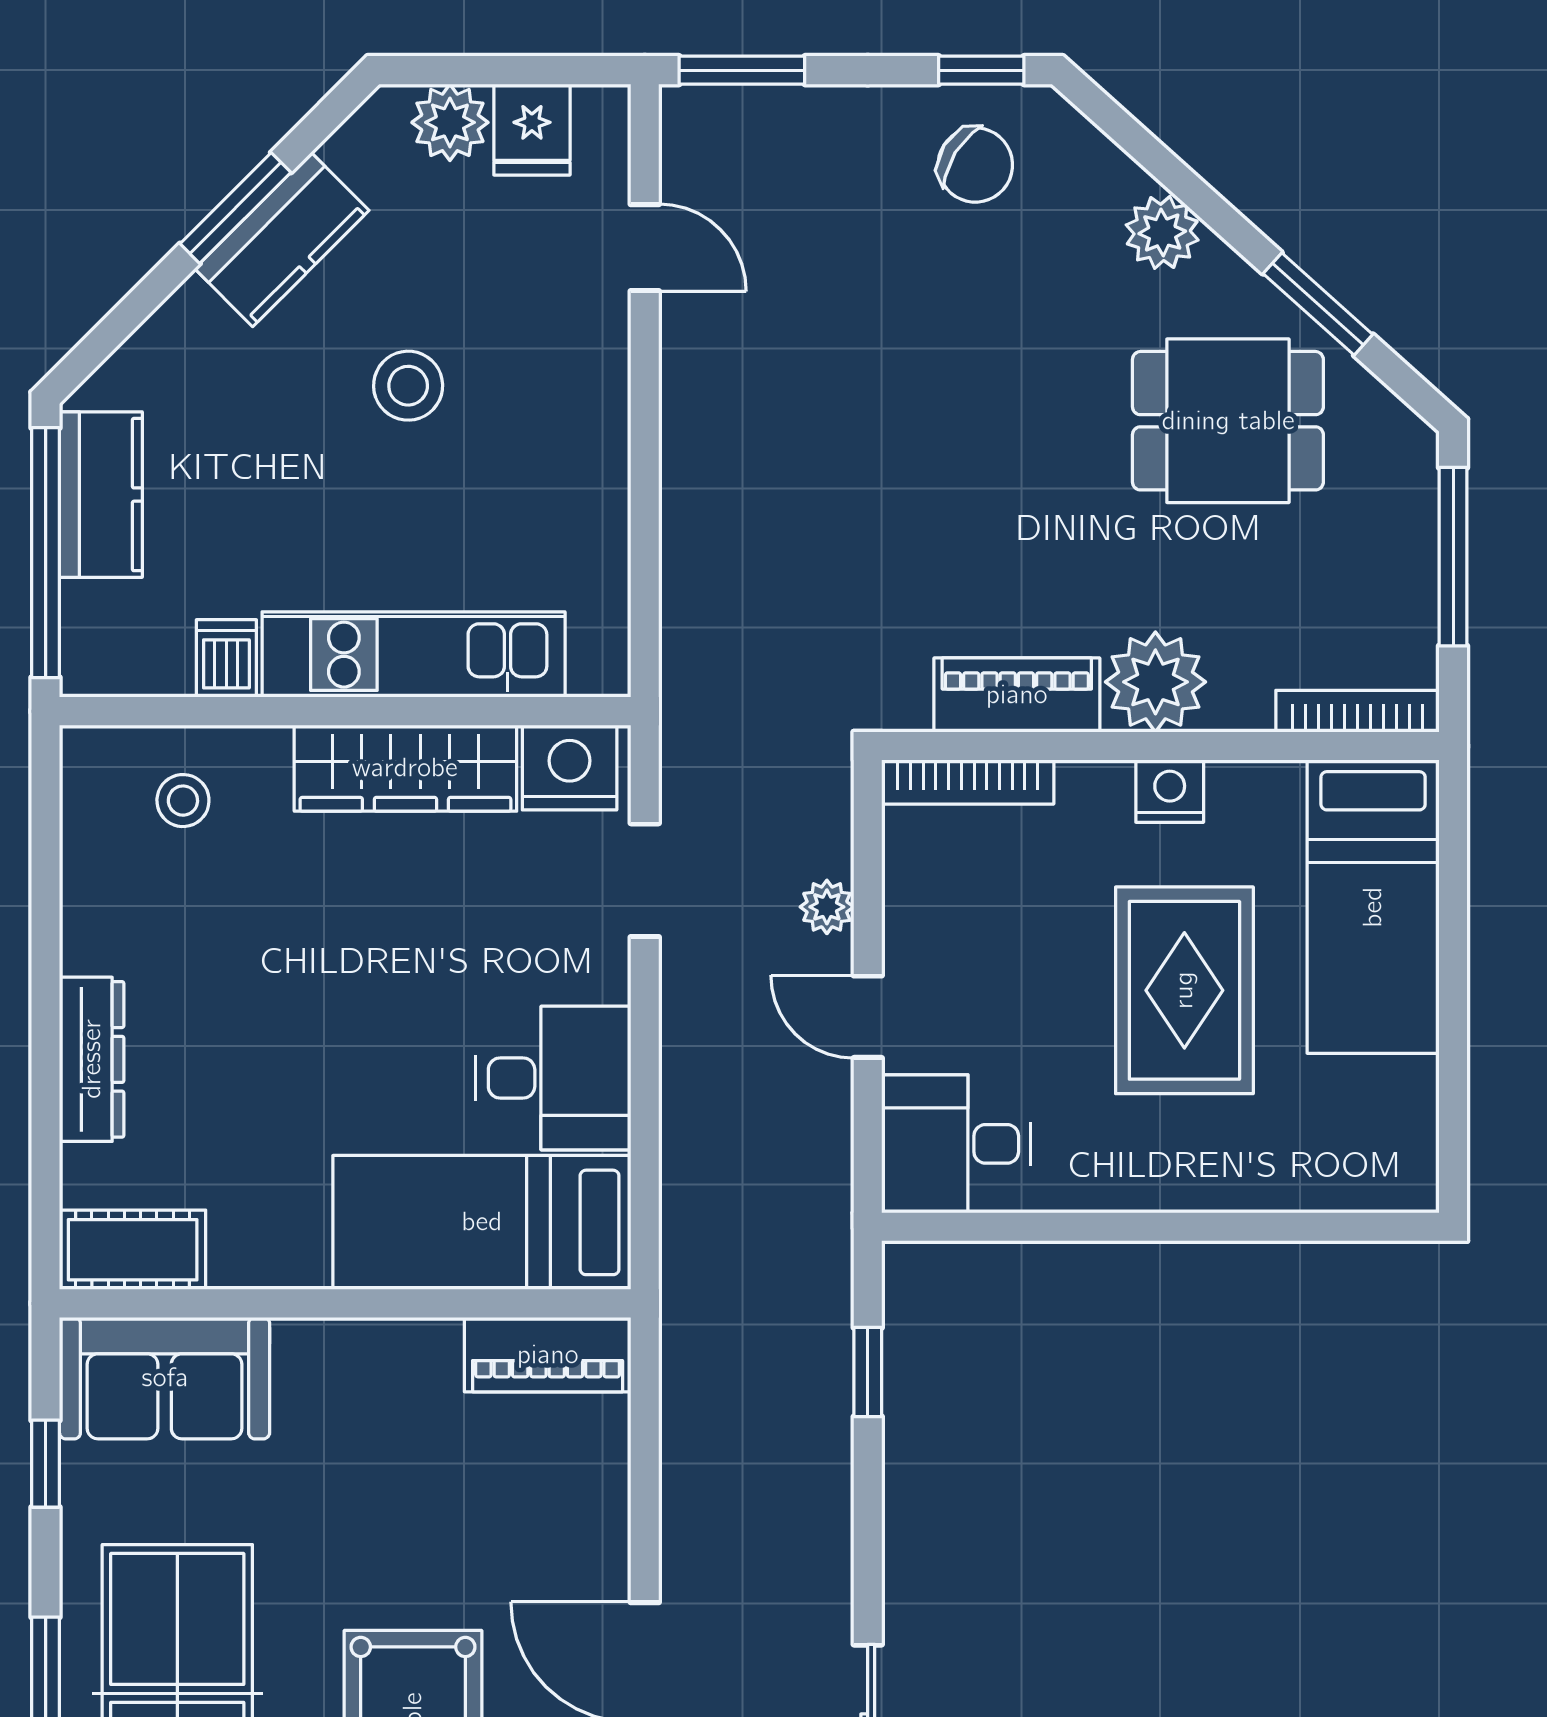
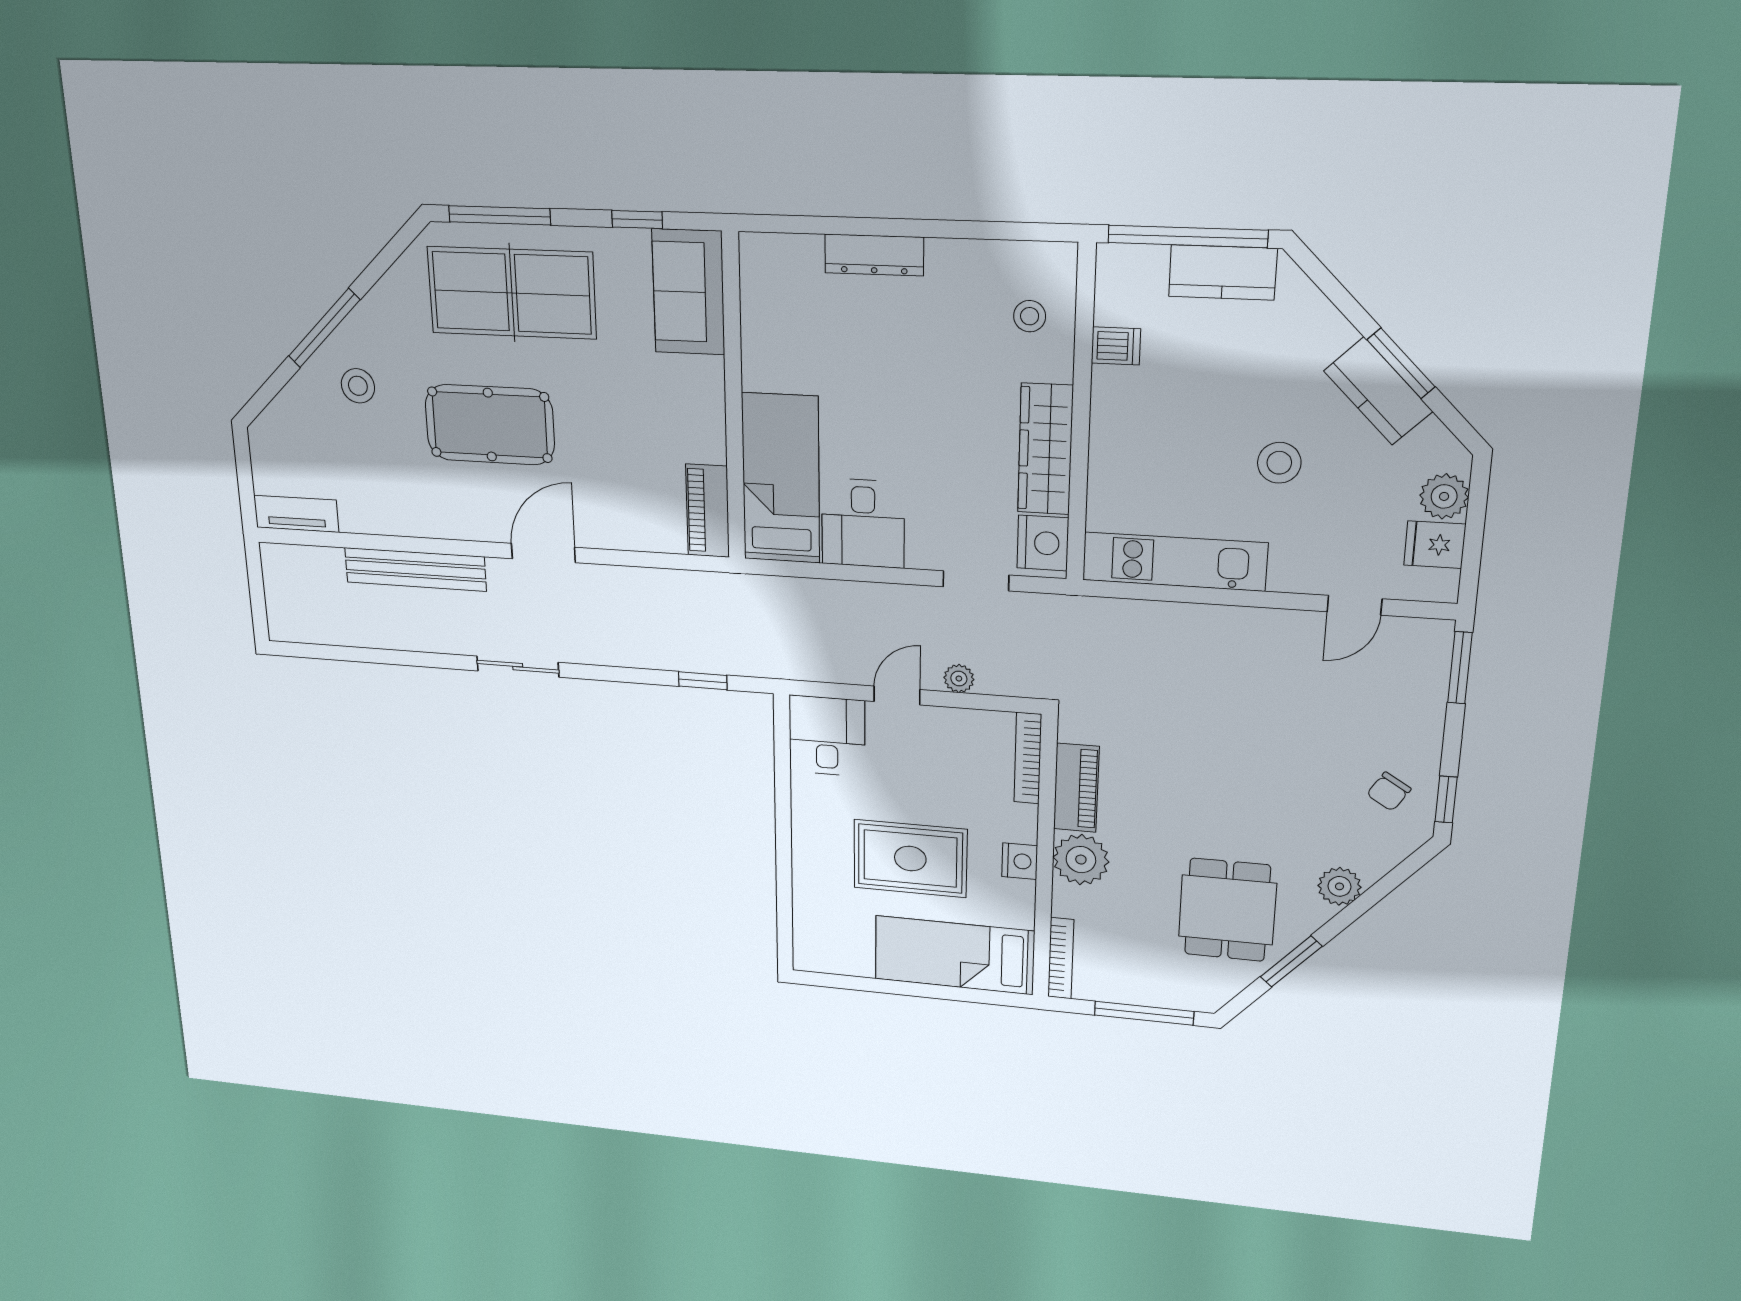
chair: (975, 165) -> (1389, 792), width x0.73, depth x0.73
kitchen unit: (414, 655) -> (1174, 562), moved, turned -90
cot: (133, 1250) -> (762, 276), removed

